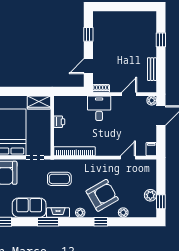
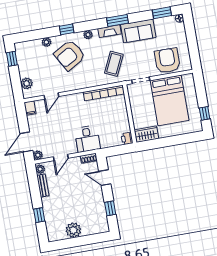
plant: (129, 19) -> (73, 230), added
door: (88, 66) -> (105, 178), swing flipped
plant: (152, 86) -> (40, 169), added
printer: (59, 122) -> (127, 138), moved
coffee table: (59, 179) -> (114, 64), turned -65
plant: (150, 195) -> (27, 83), moved

